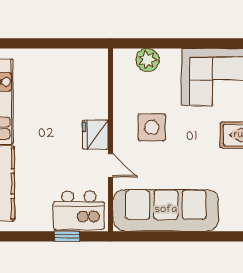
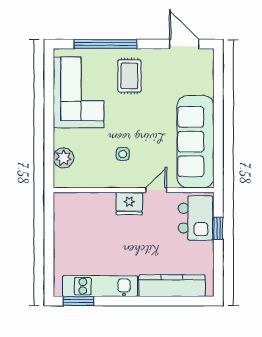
side table: (152, 127) -> (123, 154), width x0.54, depth x0.54

